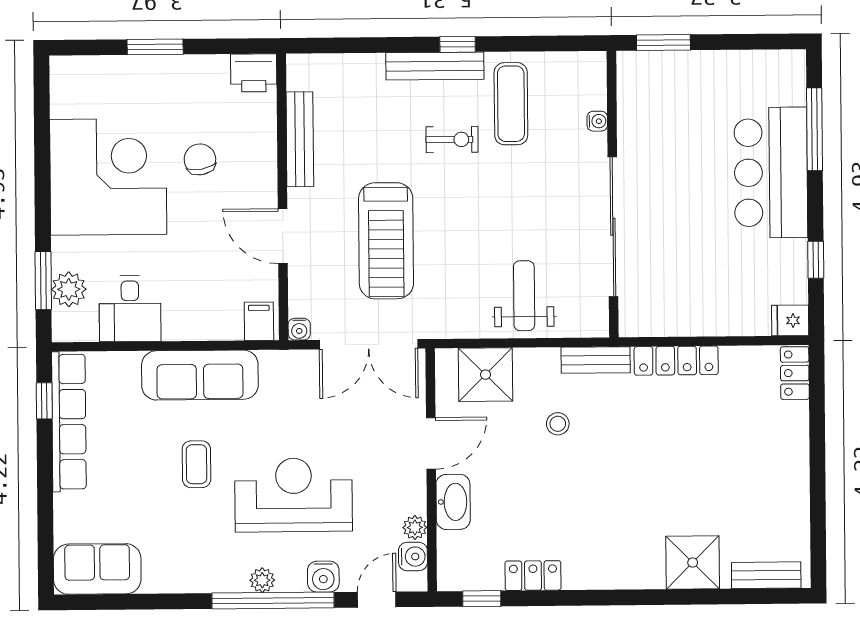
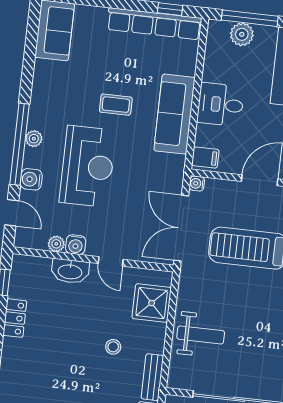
window: (43, 280) -> (250, 18), width x1.44
desk: (130, 309) -> (221, 105), moved
door: (431, 443) -> (111, 261), width x0.73
water cooler: (413, 557) -> (76, 245), moved

